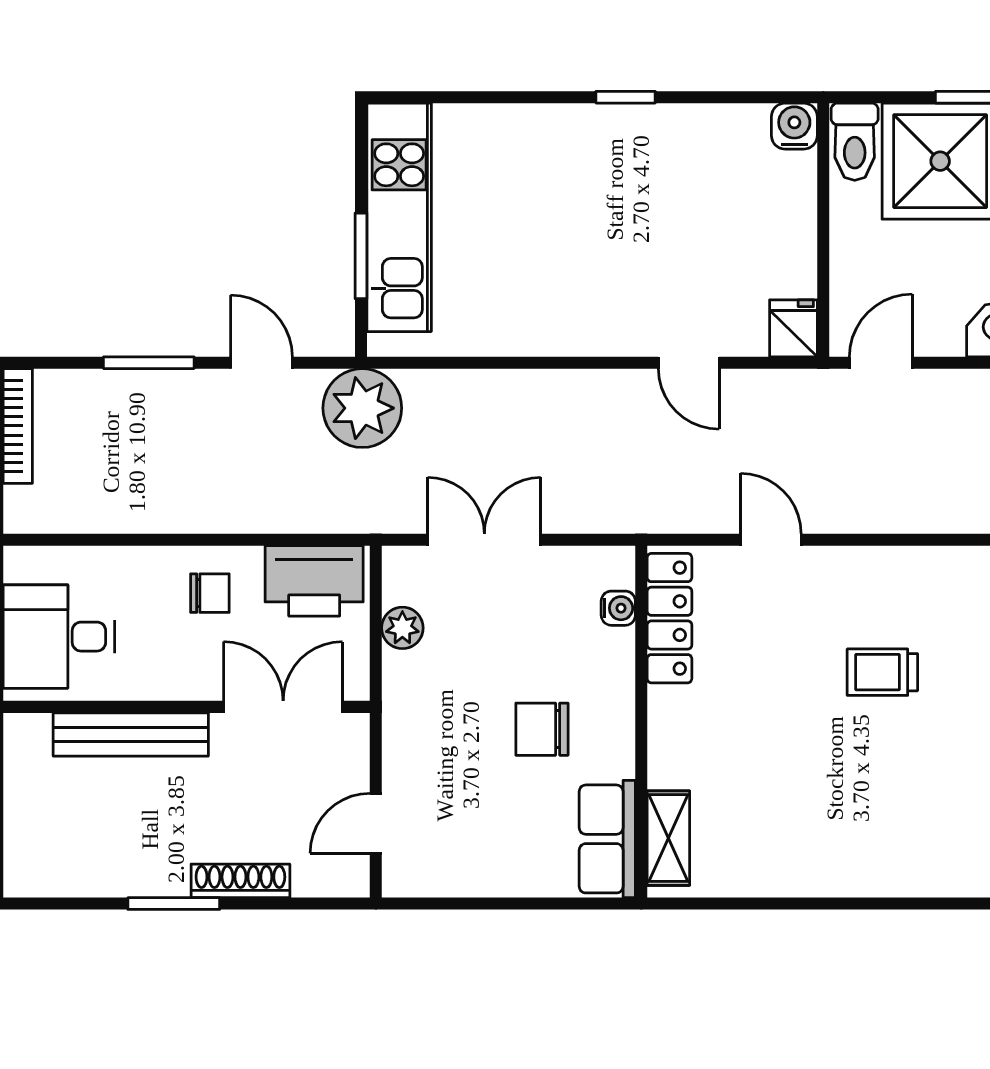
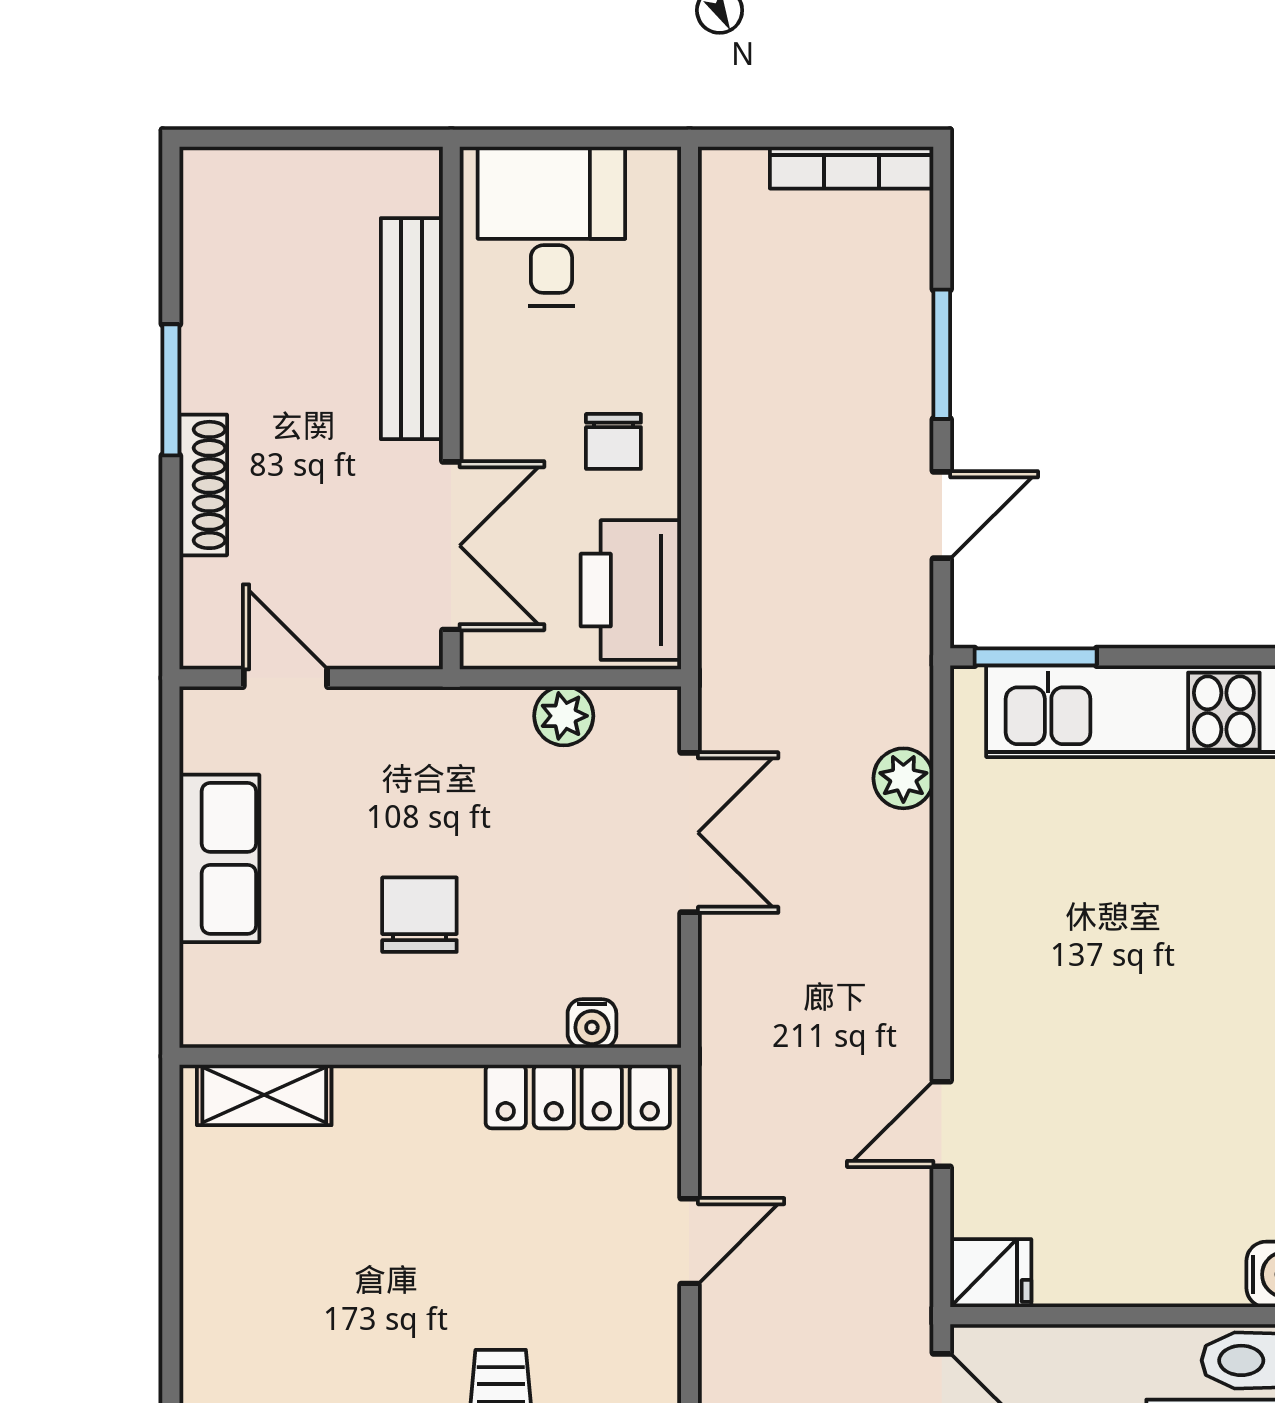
window: (361, 256) -> (1036, 657), moved
plant: (362, 408) -> (903, 778), moved, width x0.53, depth x0.53
row of seats: (607, 839) -> (219, 858), moved, turned 90

